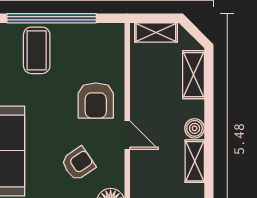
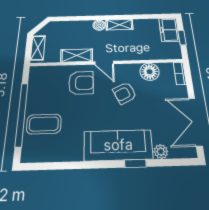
shelving: (193, 75) -> (77, 55), moved
door: (127, 135) -> (104, 63), swing flipped
armchair: (78, 164) -> (125, 93), turned -82

